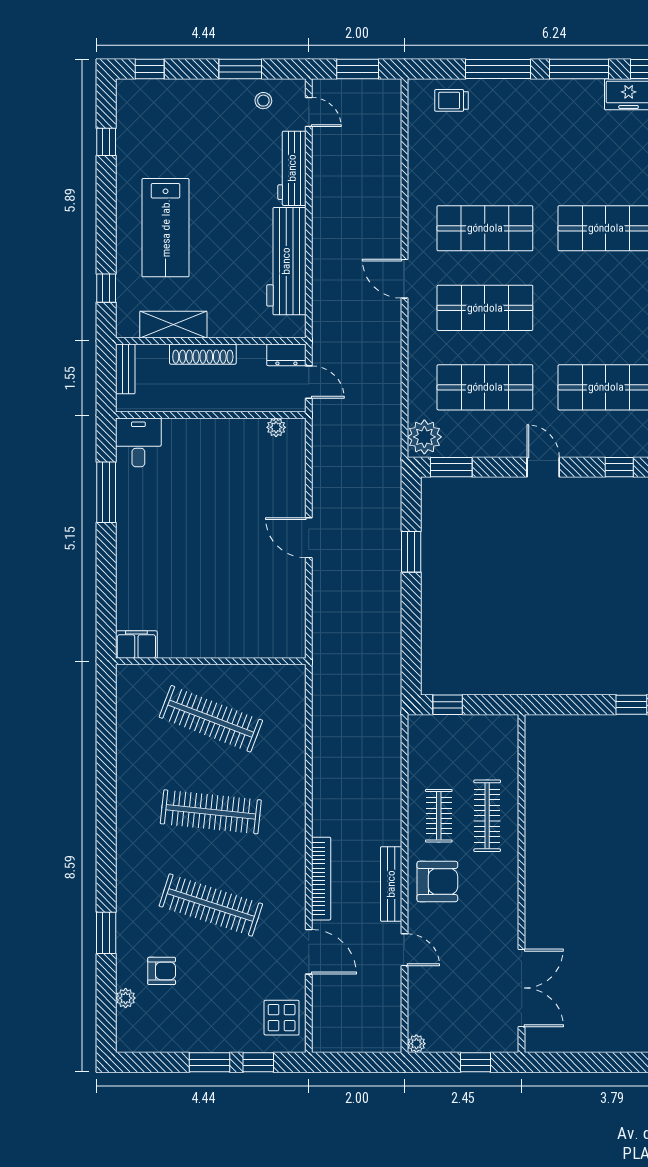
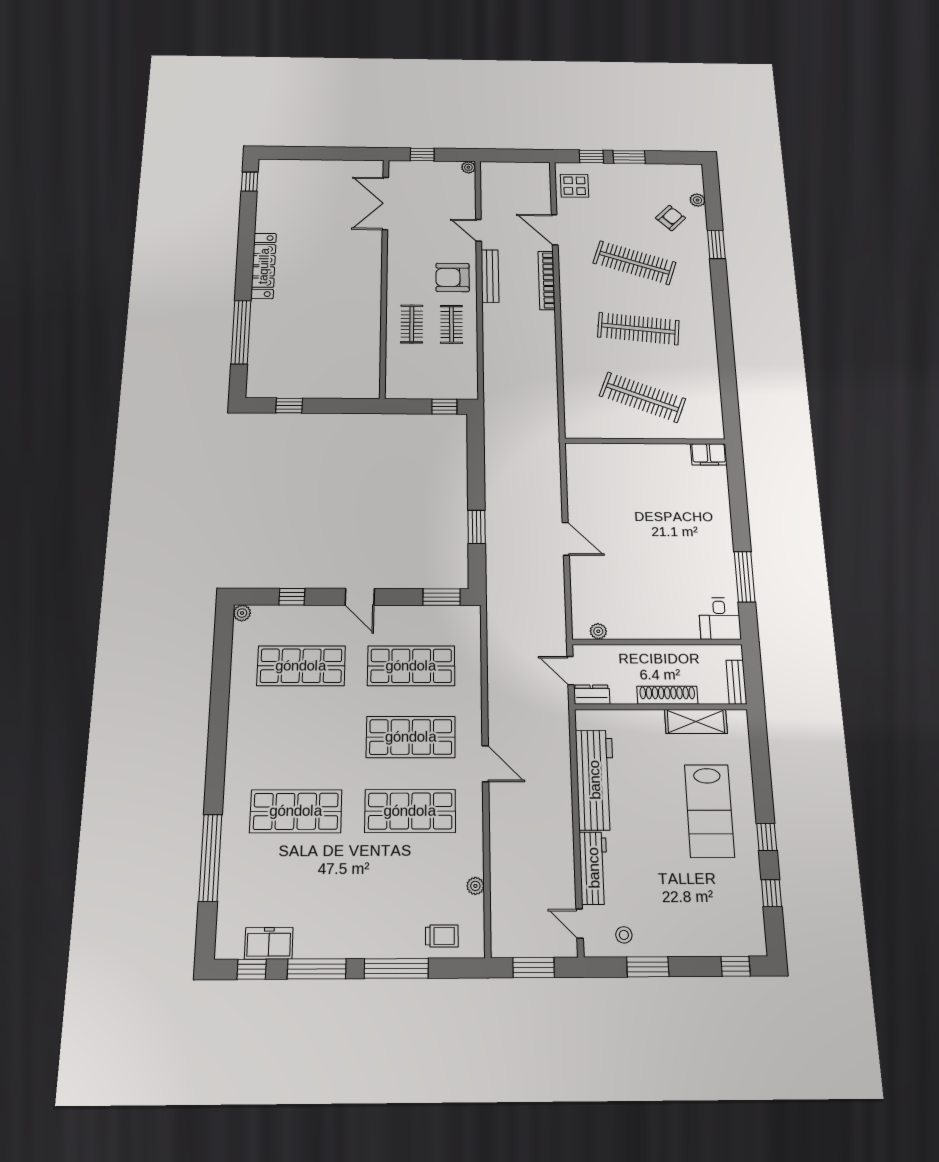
lab bench: (166, 228) -> (709, 811), turned 180
window: (106, 288) -> (767, 837), moved
plant: (424, 437) -> (475, 886), moved, width x0.53, depth x0.53
clothes rail: (487, 816) -> (412, 324), width x0.73
armchair: (162, 971) -> (671, 218), turned 134

